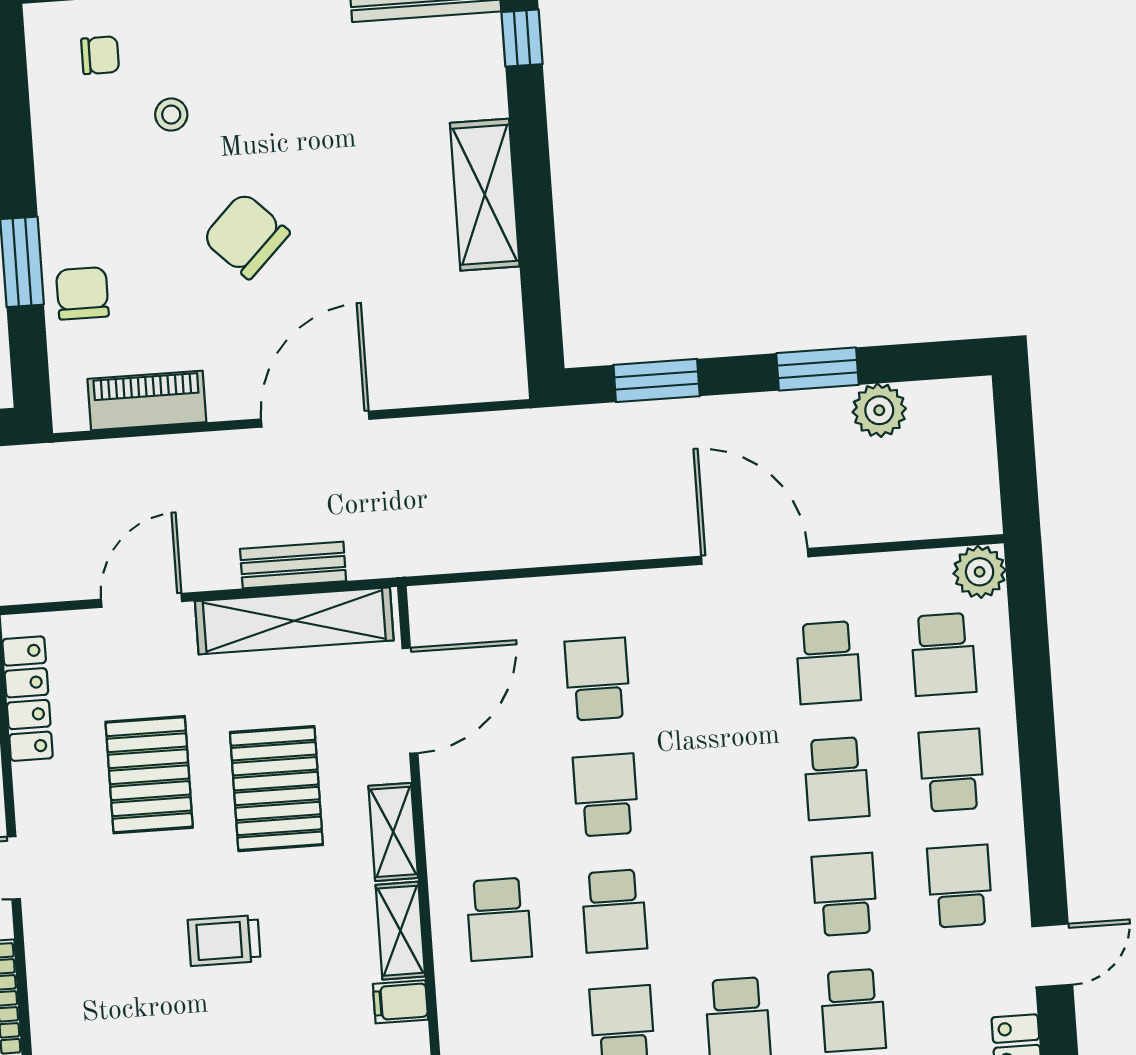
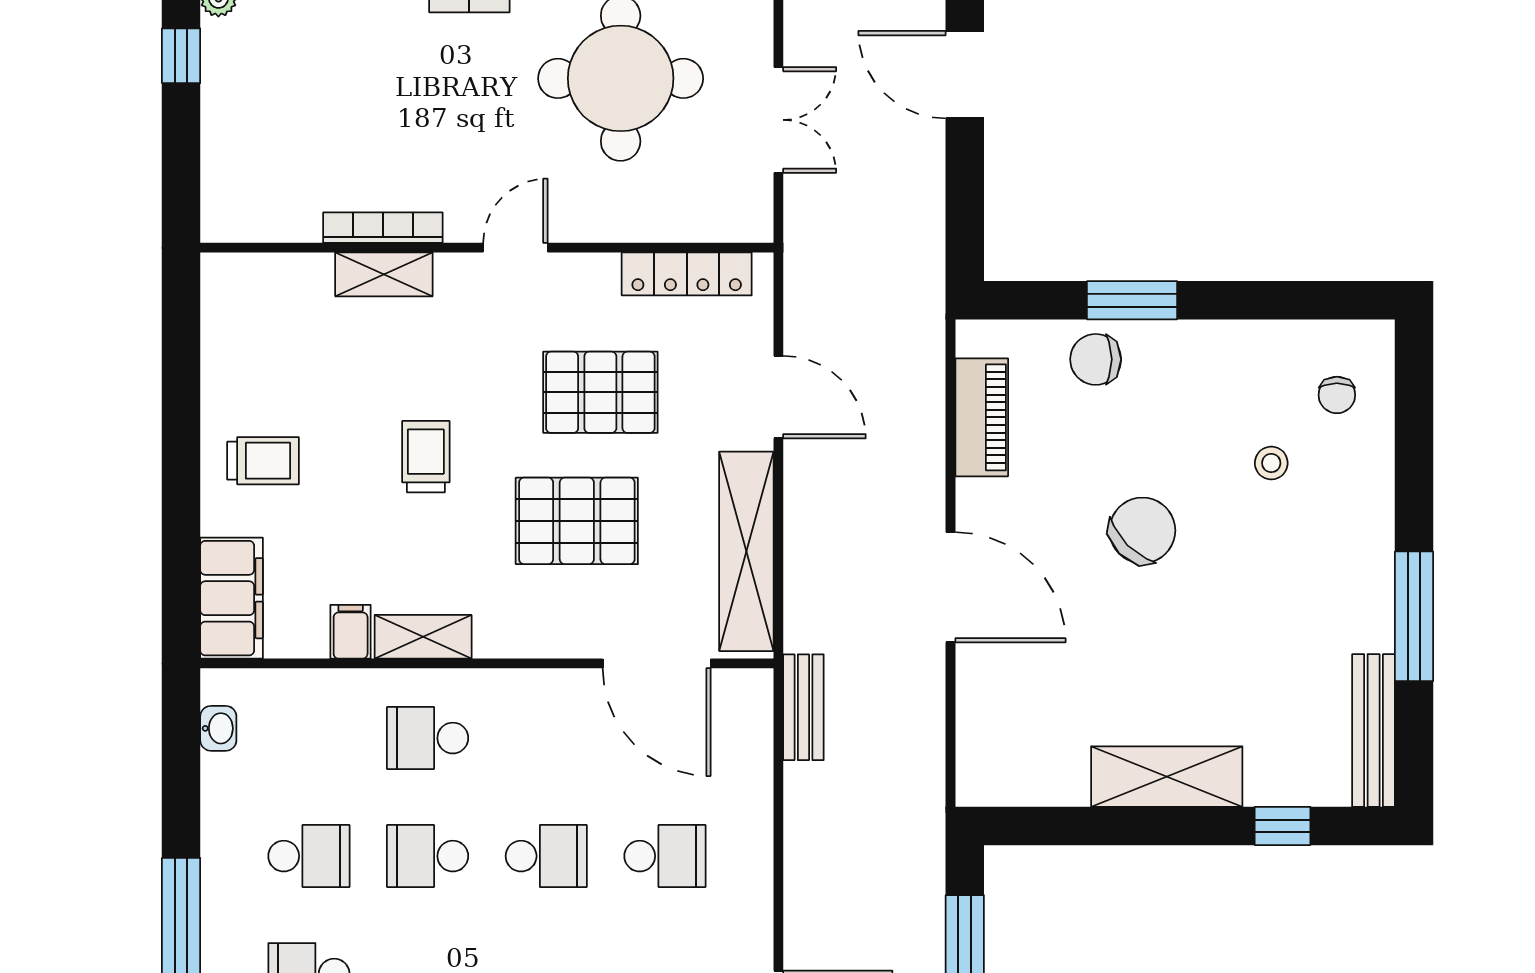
window: (522, 38) -> (1283, 826), moved
chair: (82, 293) -> (1096, 359), turned 180
bench: (293, 565) -> (803, 707), moved
shelving: (393, 832) -> (384, 274), moved

